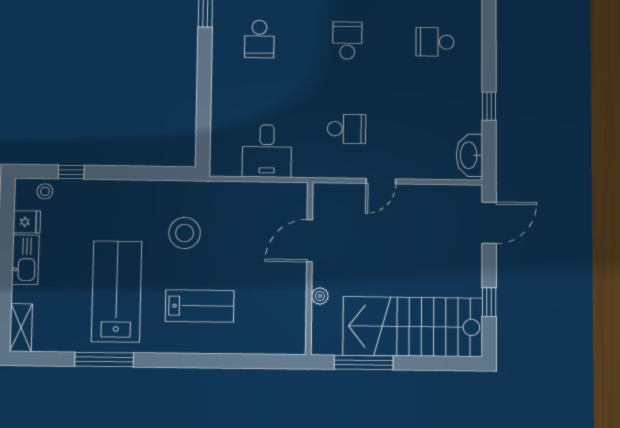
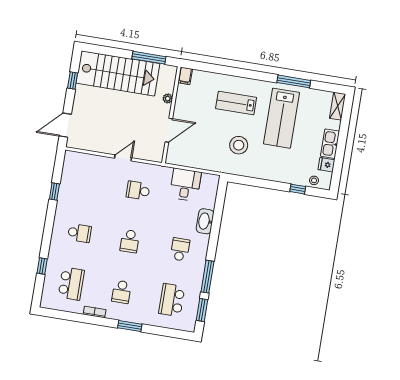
washbasin: (469, 155) -> (205, 221), moved, turned 180
filing cabinet: (296, 340) -> (185, 76), added

